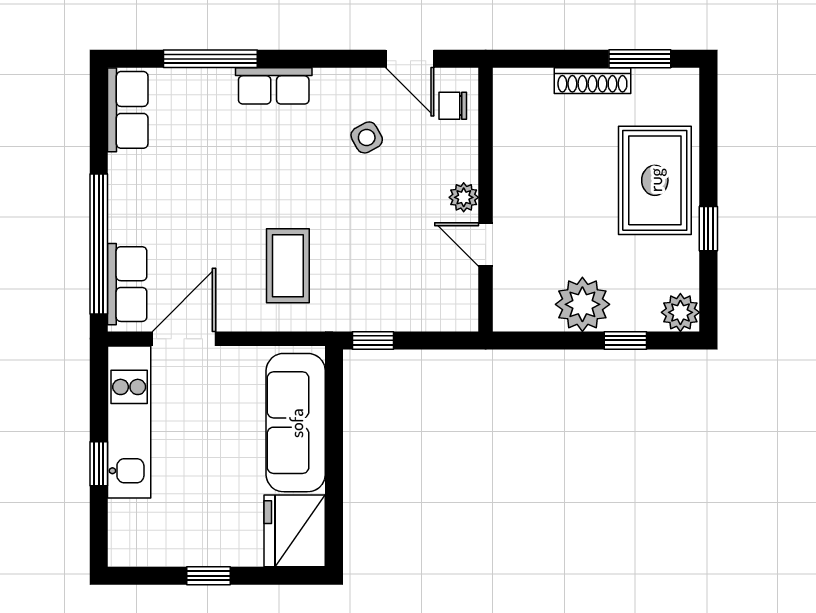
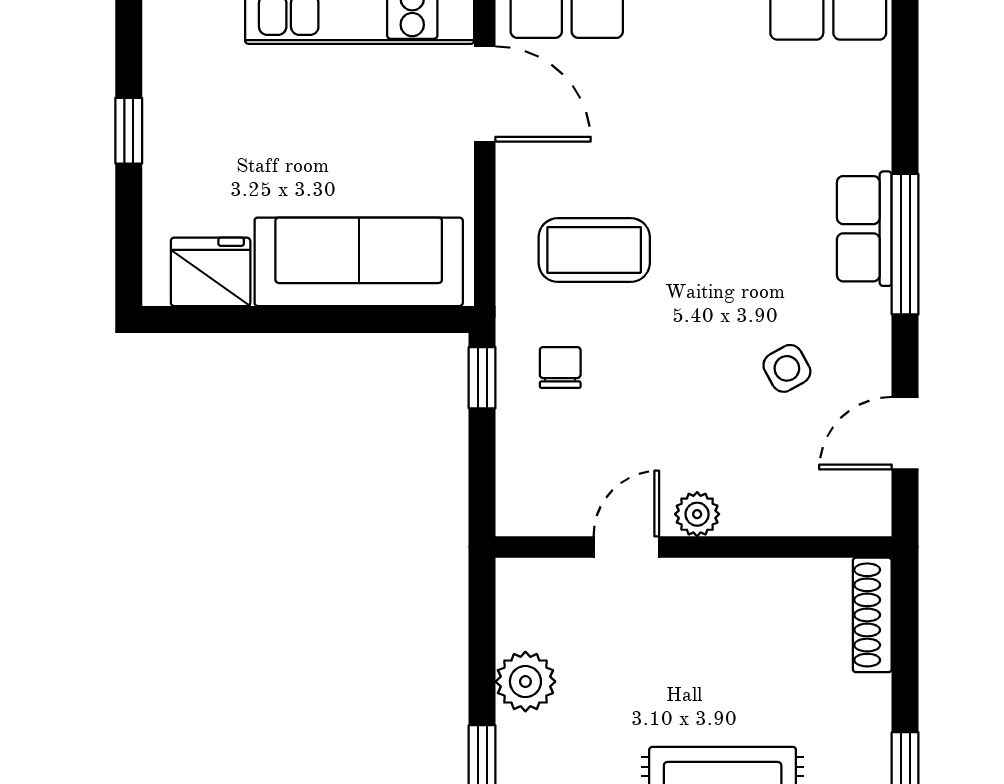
window: (210, 59) -> (905, 244), moved
shoe rack: (592, 81) -> (872, 615), moved
chair: (453, 106) -> (560, 367), moved
plant: (582, 304) -> (525, 682), width x0.73, depth x0.73
fridge: (295, 531) -> (211, 272), width x0.73, depth x0.75

